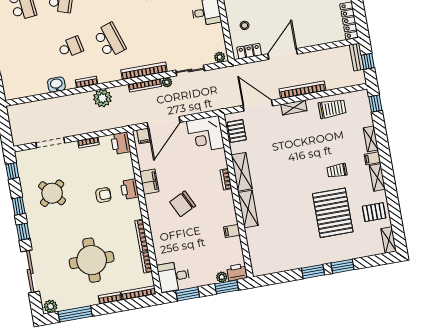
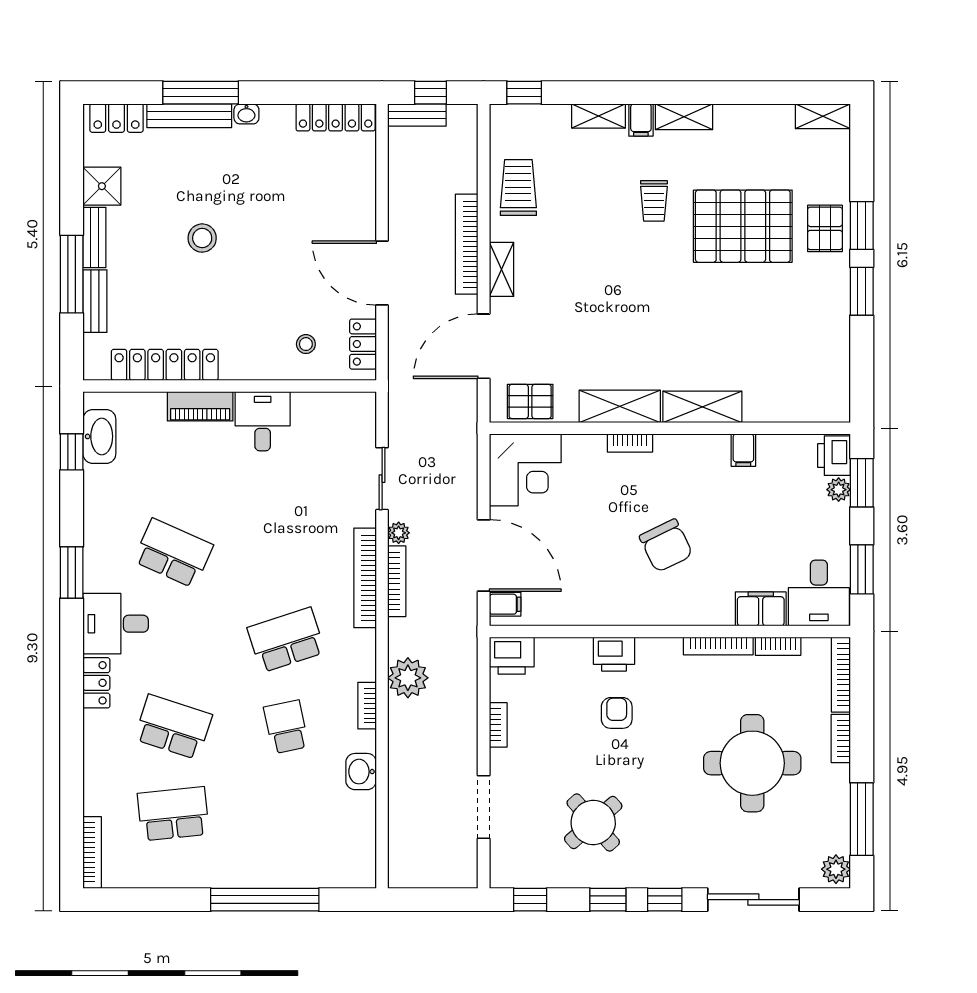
plant: (220, 57) -> (365, 410), removed
filing cabinet: (149, 182) -> (761, 609), moved
pallet: (374, 212) -> (825, 228), moved

